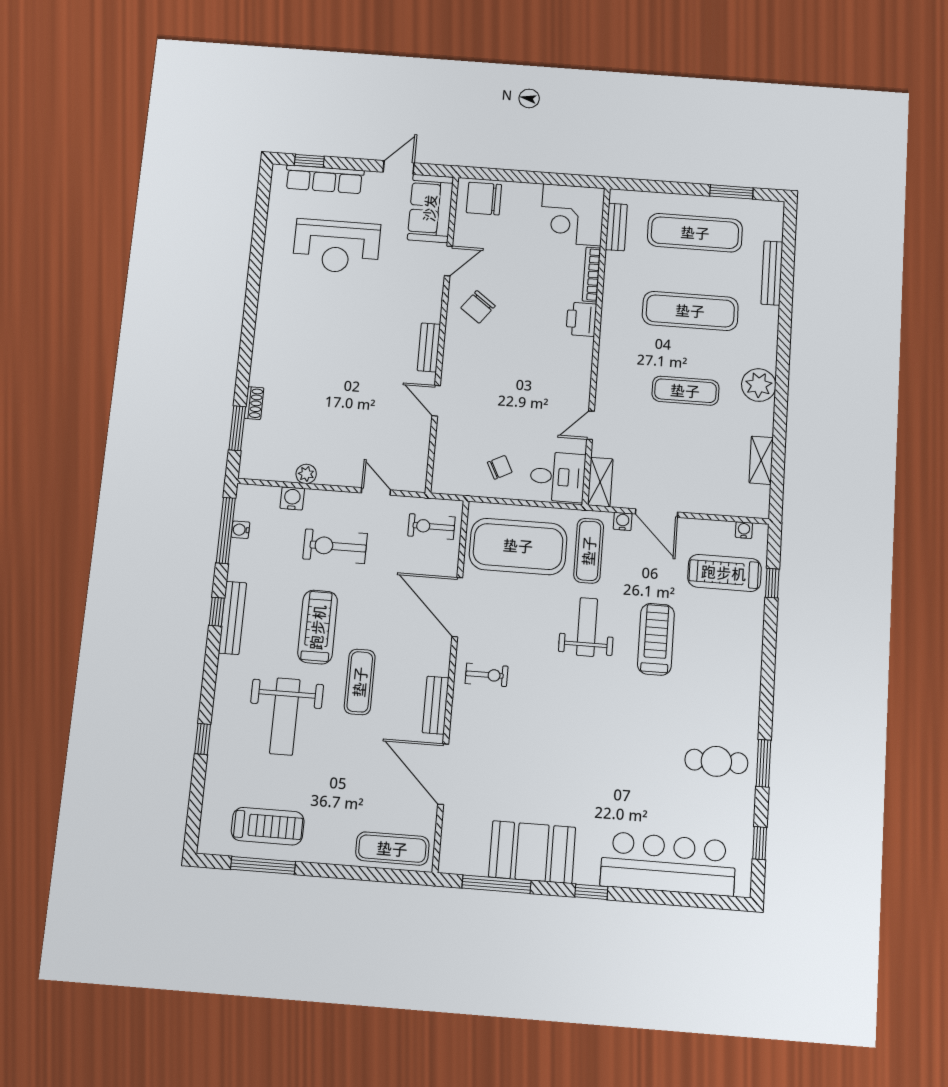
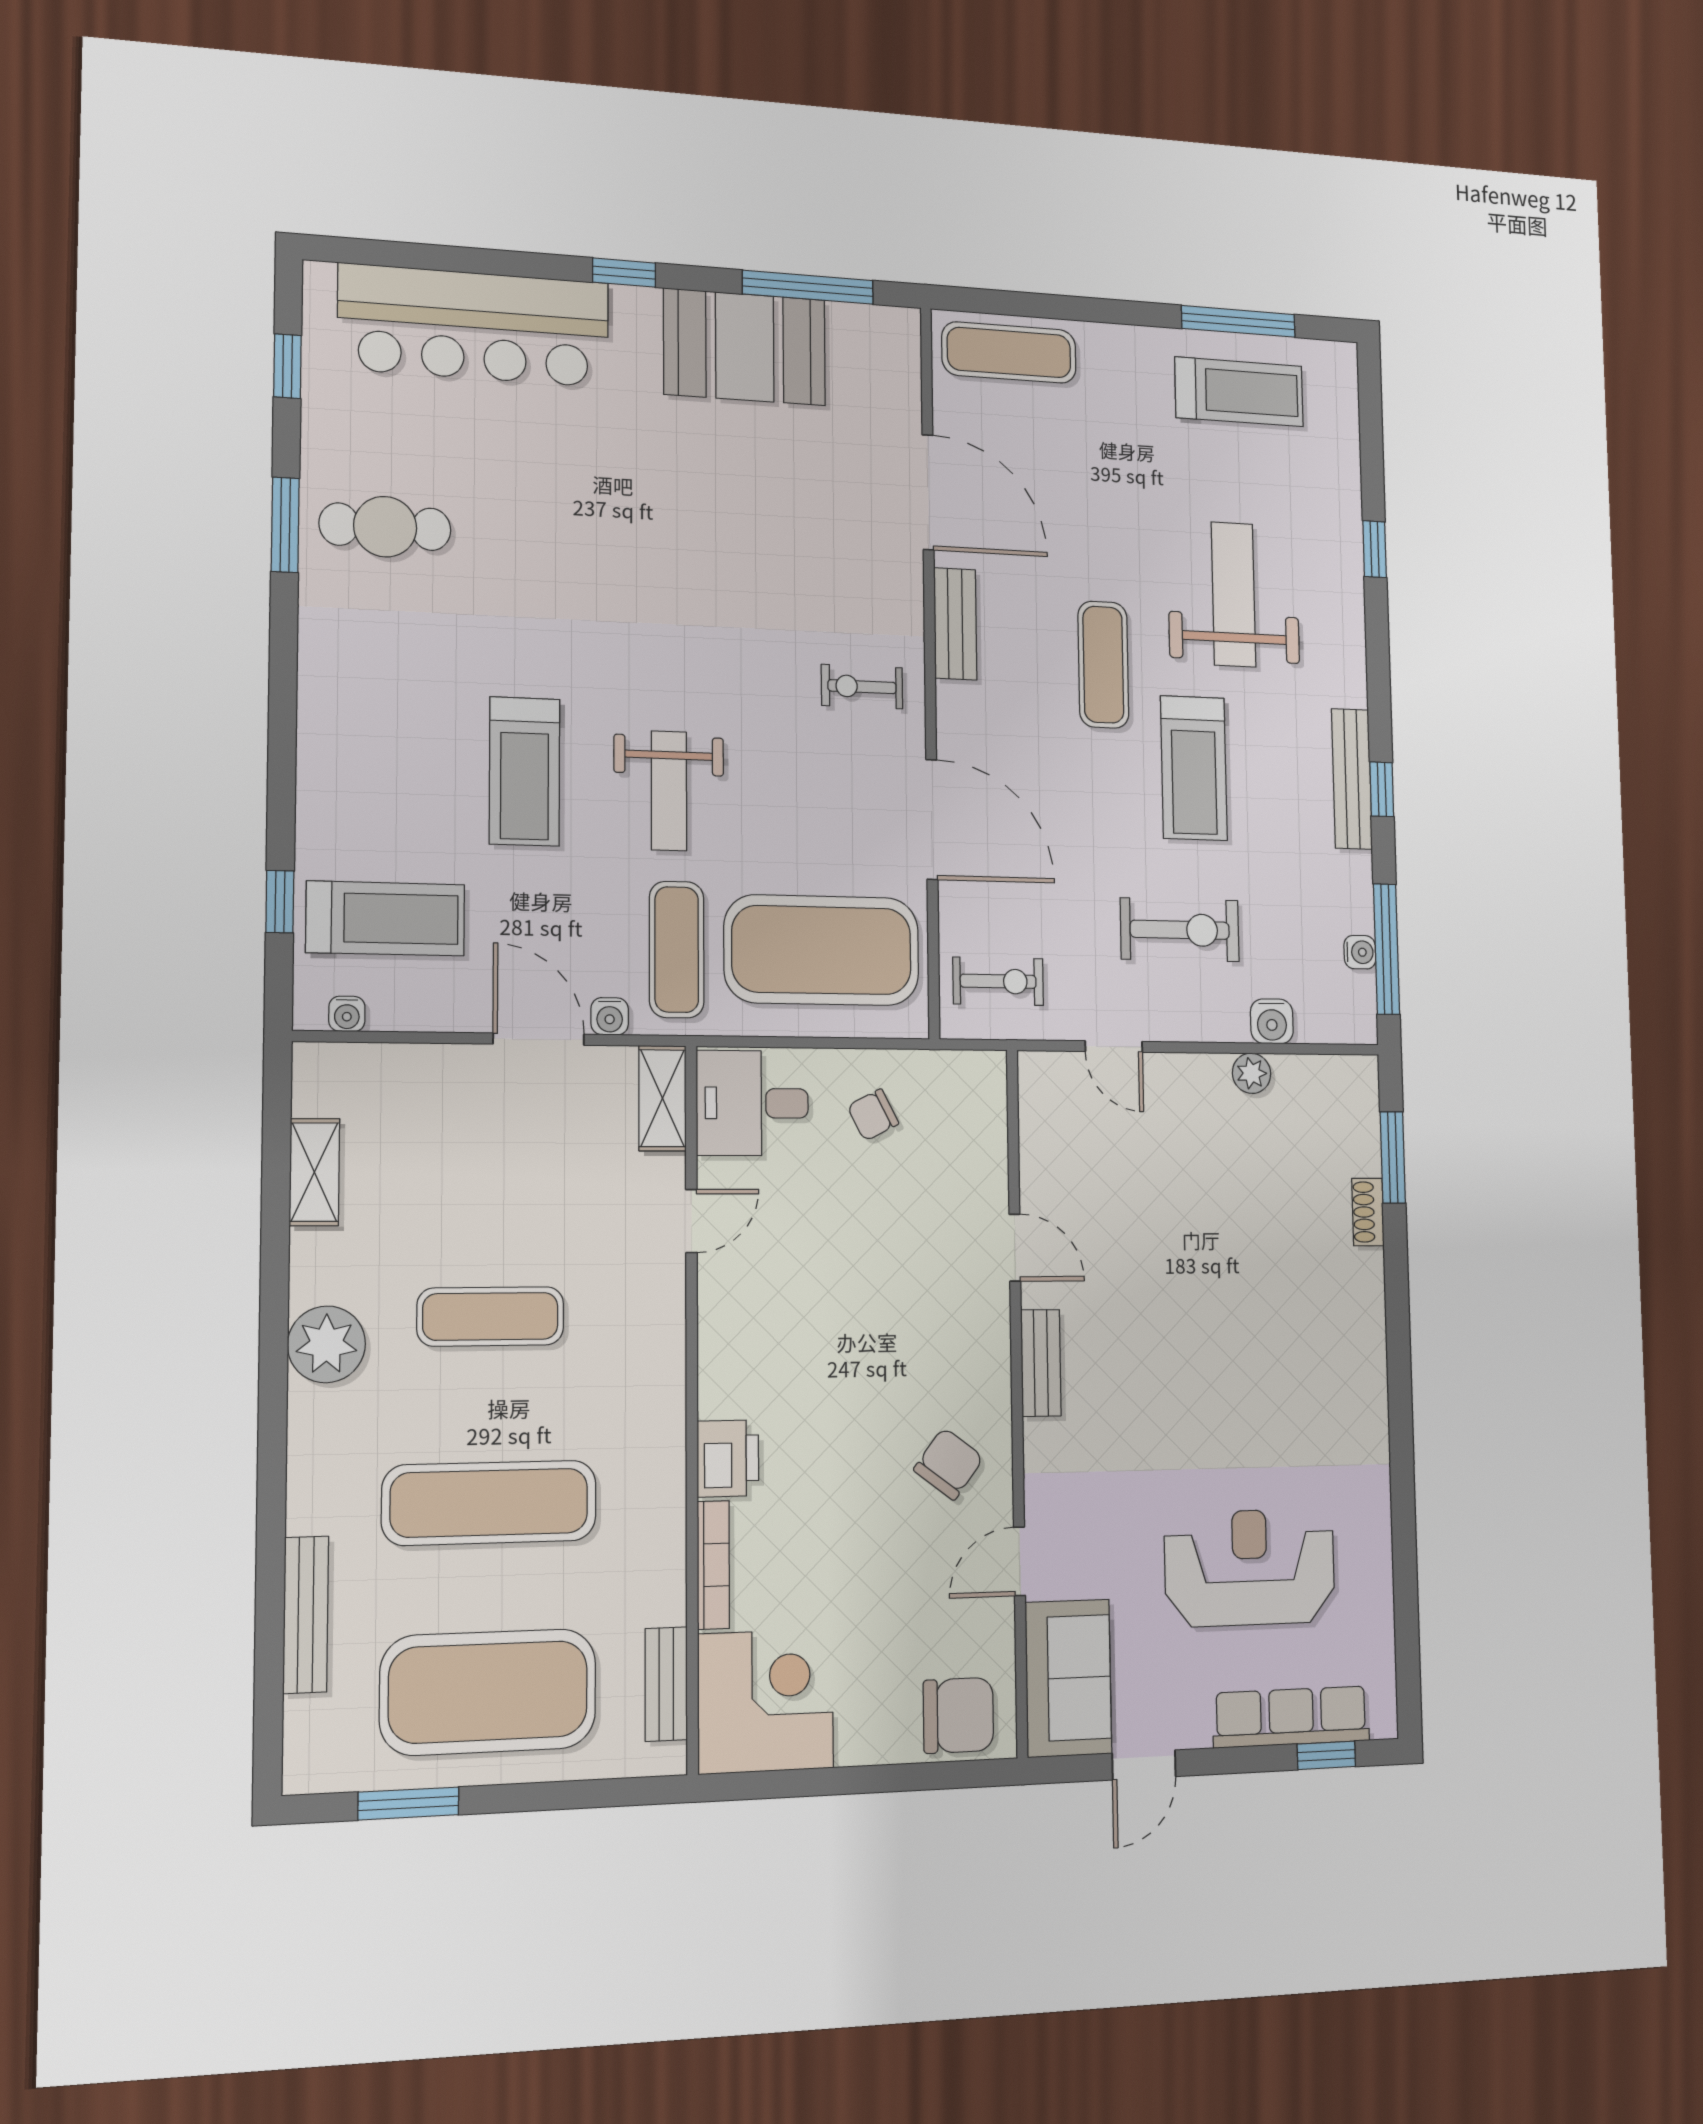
exercise mat: (695, 233) -> (488, 1692), width x1.47
treadmill: (268, 826) -> (1239, 392), turned 180

